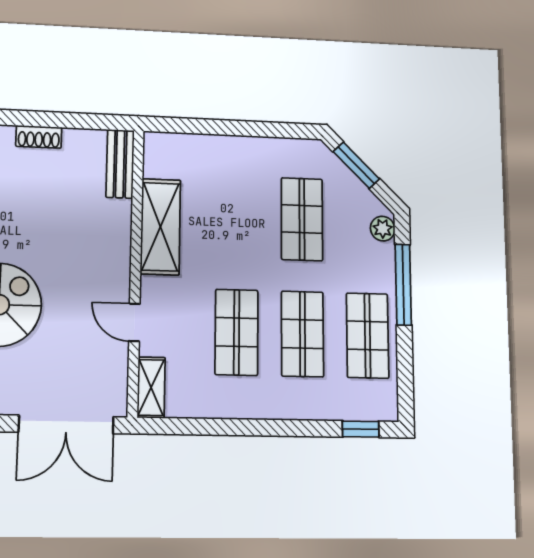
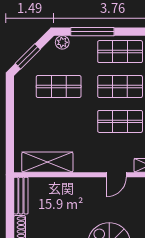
bench: (120, 164) -> (21, 196), moved, turned 90
shelving: (160, 227) -> (47, 162), moved

